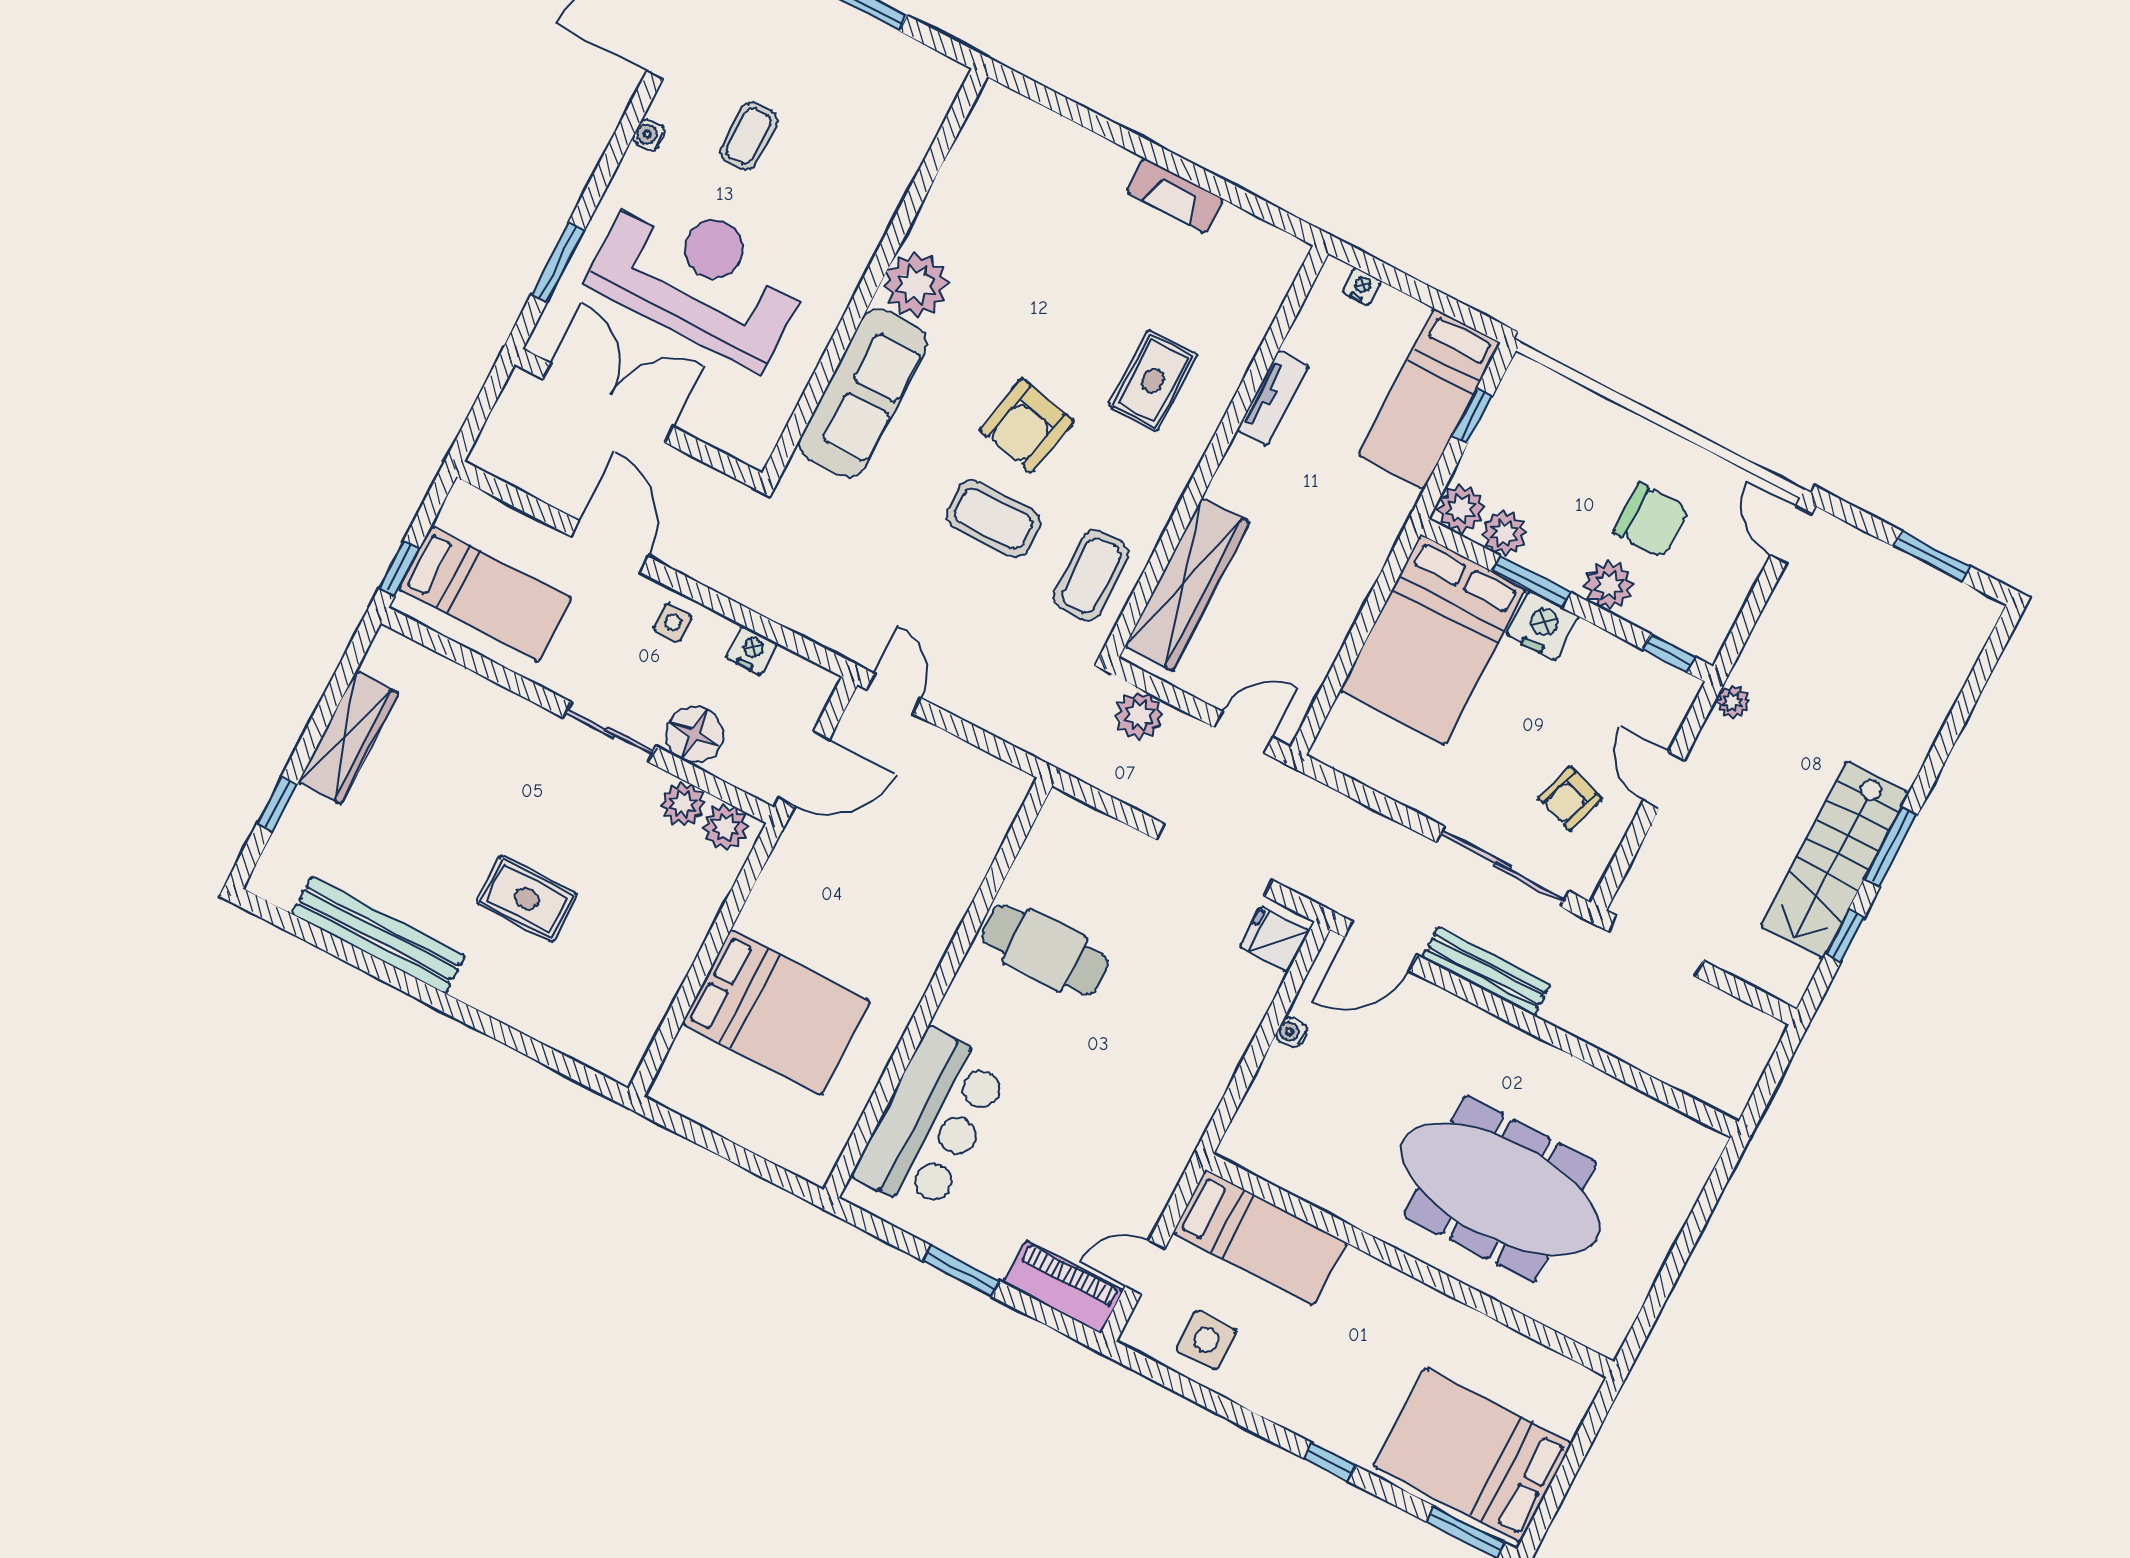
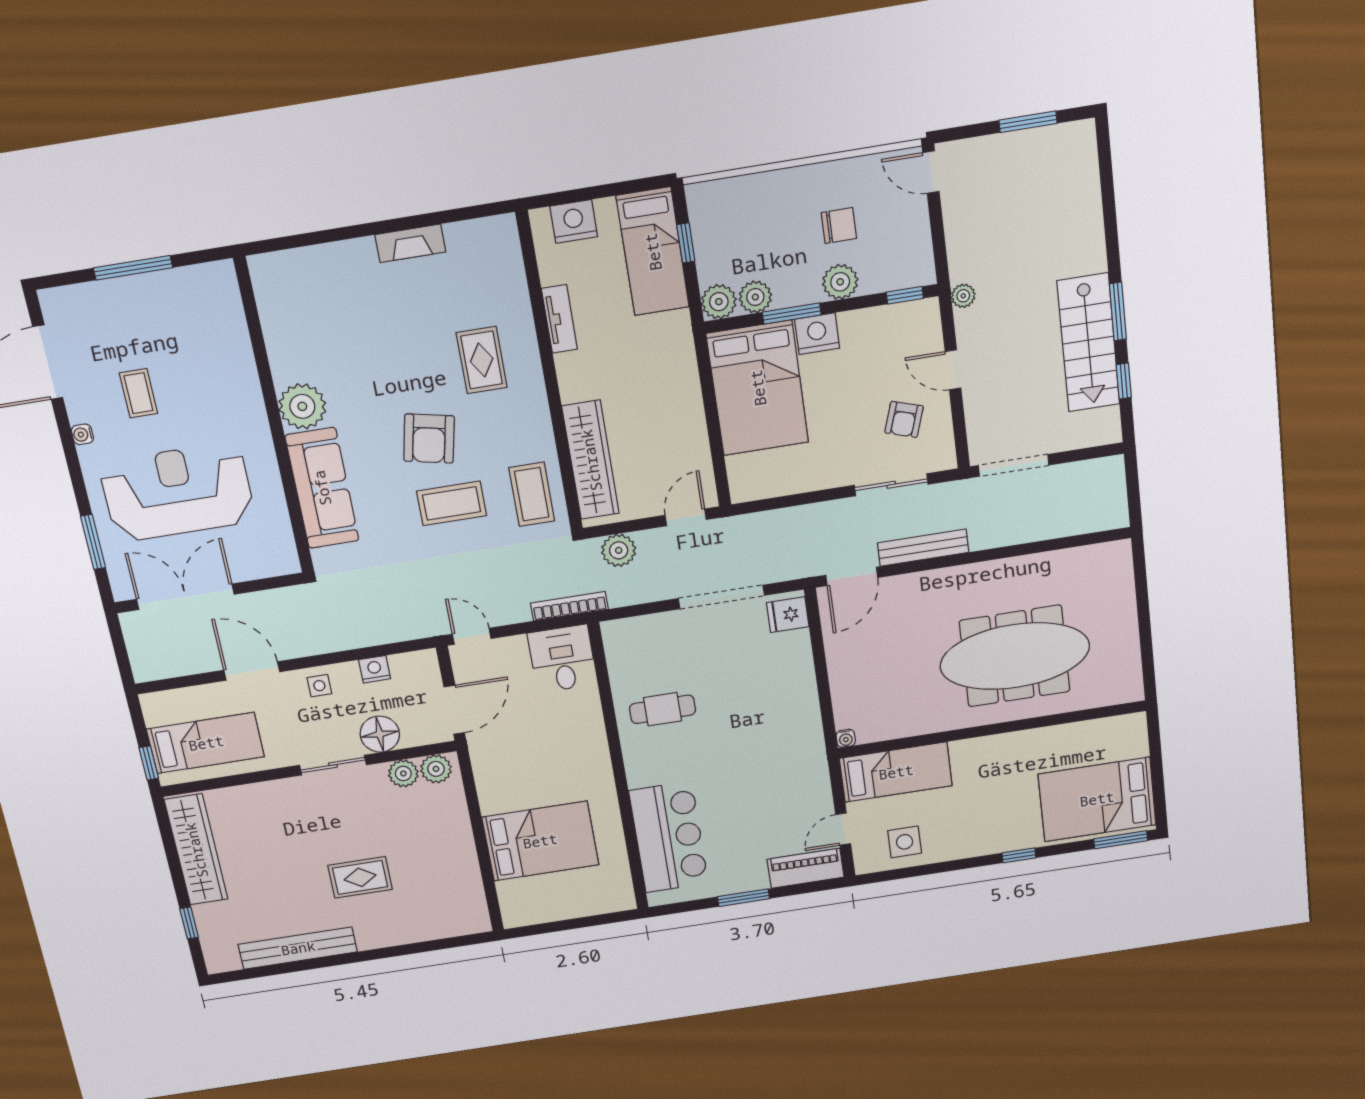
nightstand: (1362, 286) -> (574, 221), width x1.89, depth x1.79
chair: (1651, 520) -> (839, 226), width x0.73, depth x0.73
wardrobe: (348, 737) -> (196, 850), width x1.40, depth x1.17
bookcase: (1033, 741) -> (569, 606), added
desk: (977, 799) -> (562, 659), added
sliding door: (1502, 866) -> (891, 485), width x0.73
cafe table: (1045, 950) -> (662, 709), width x0.73, depth x0.74
water cooler: (1291, 1033) -> (846, 738), moved, turned -90

